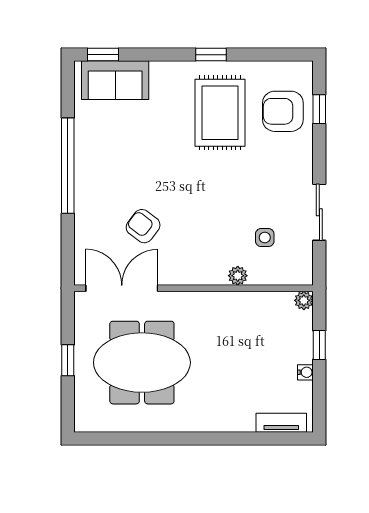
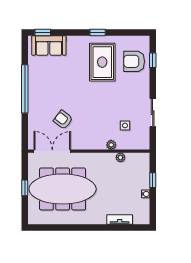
plant: (304, 300) -> (120, 157), moved
meeting table: (142, 363) -> (63, 189), width x1.36
tv unit: (281, 423) -> (120, 220), moved

